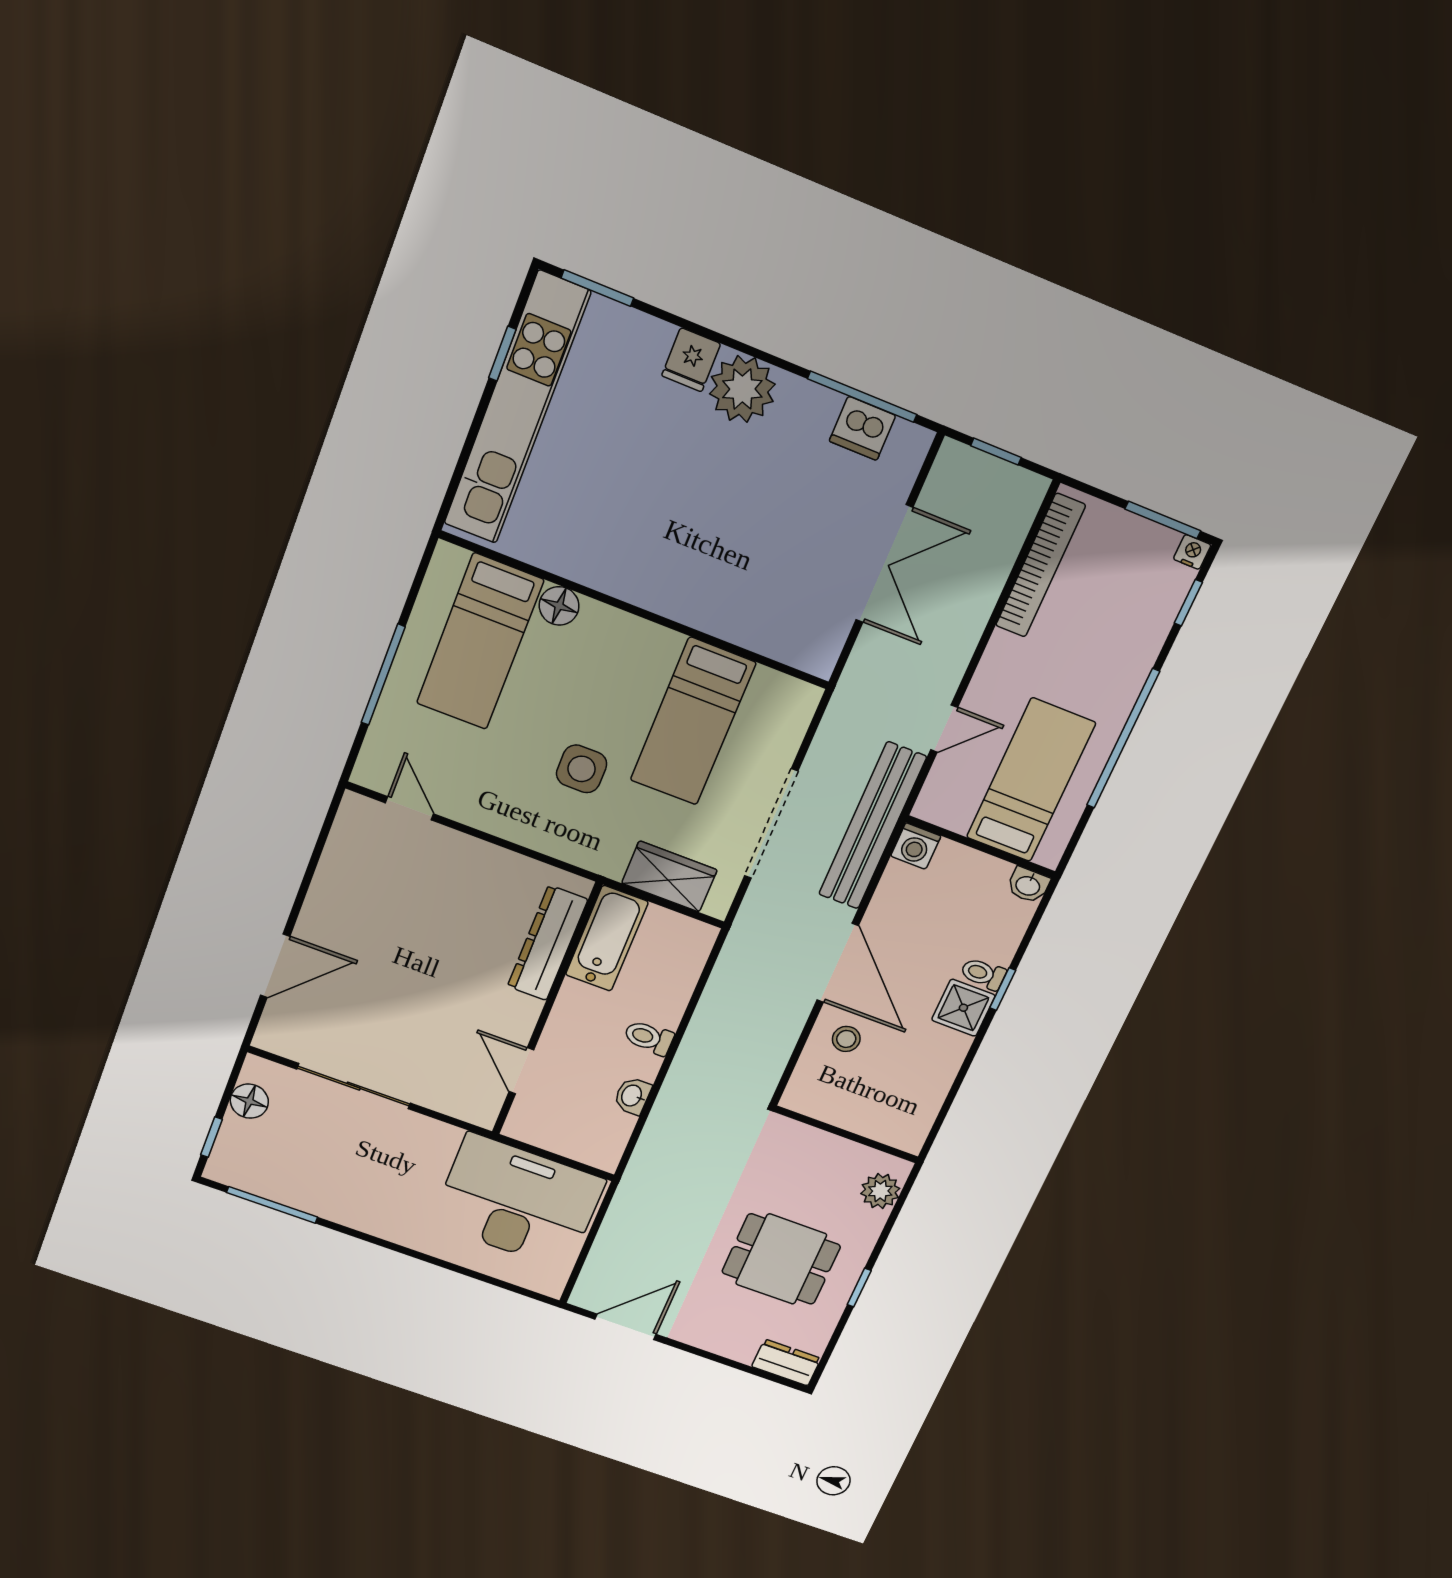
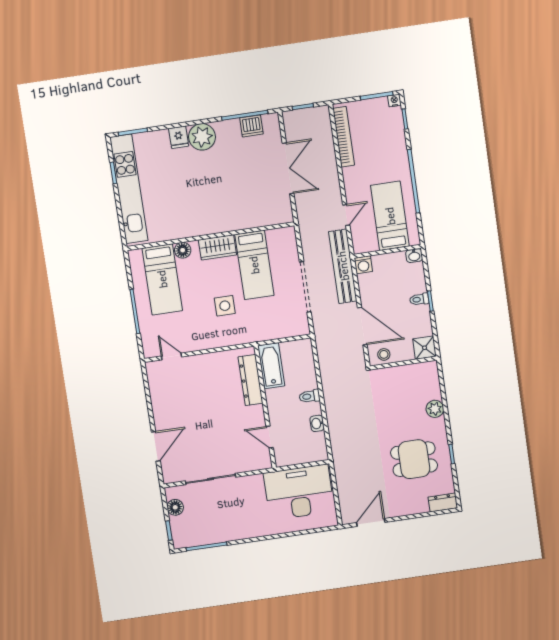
wardrobe: (669, 877) -> (217, 247), moved, turned 180
shower: (963, 1008) -> (425, 348), moved
wall: (846, 1134) -> (403, 363), moved

